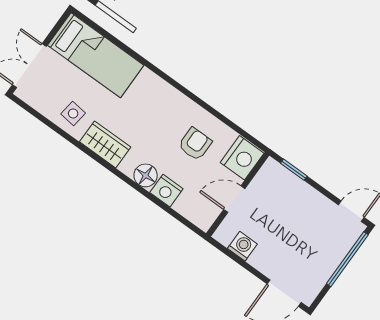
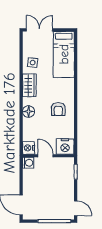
armchair: (195, 144) -> (58, 109), moved, turned 90
nightstand: (166, 191) -> (29, 148), moved
washing machine: (242, 246) -> (28, 163), moved

